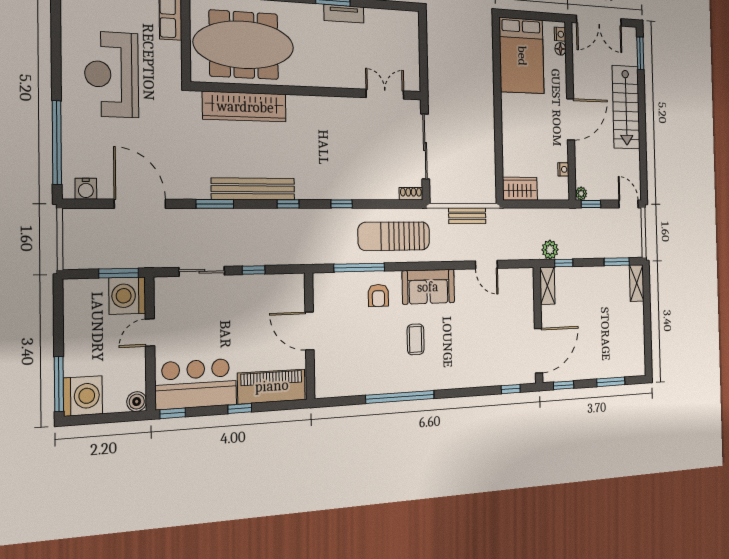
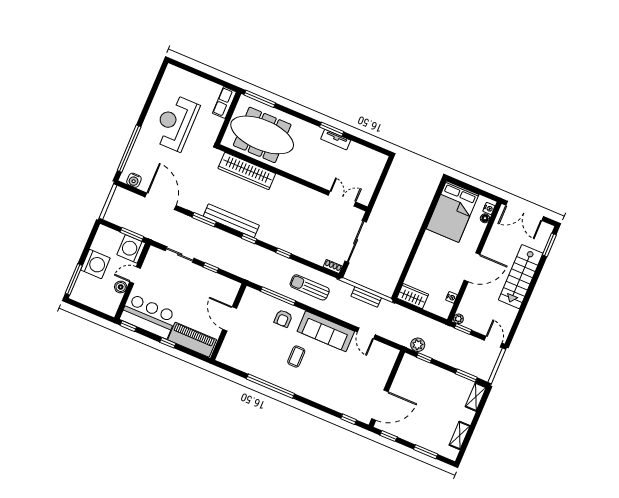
sun lounger: (394, 236) -> (310, 287), width x0.73, depth x0.75
shelving: (547, 286) -> (460, 435), moved
sofa: (428, 287) -> (326, 331), width x1.36
washing machine: (83, 396) -> (95, 264), moved
boiler: (137, 402) -> (121, 287), moved

